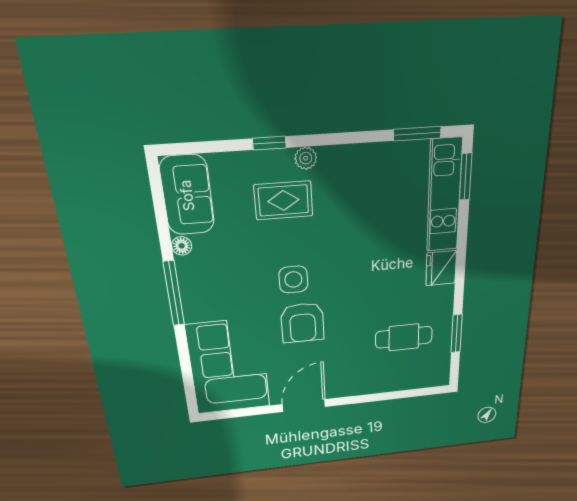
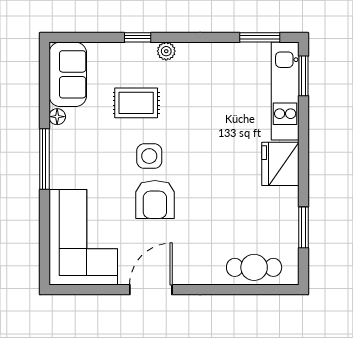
rug: (283, 200) -> (136, 103), moved
fridge: (441, 268) -> (280, 164), width x1.36, depth x1.34
cafe table: (404, 337) -> (254, 267), moved

